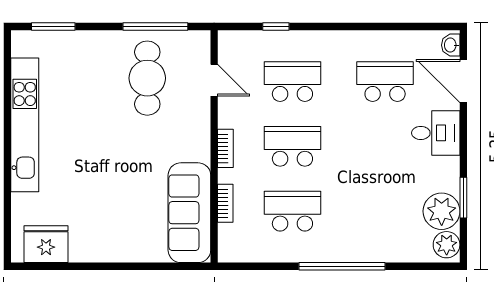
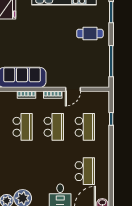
cafe table: (147, 78) -> (90, 33), moved, width x0.73, depth x0.74
door: (214, 80) -> (73, 89), moved

